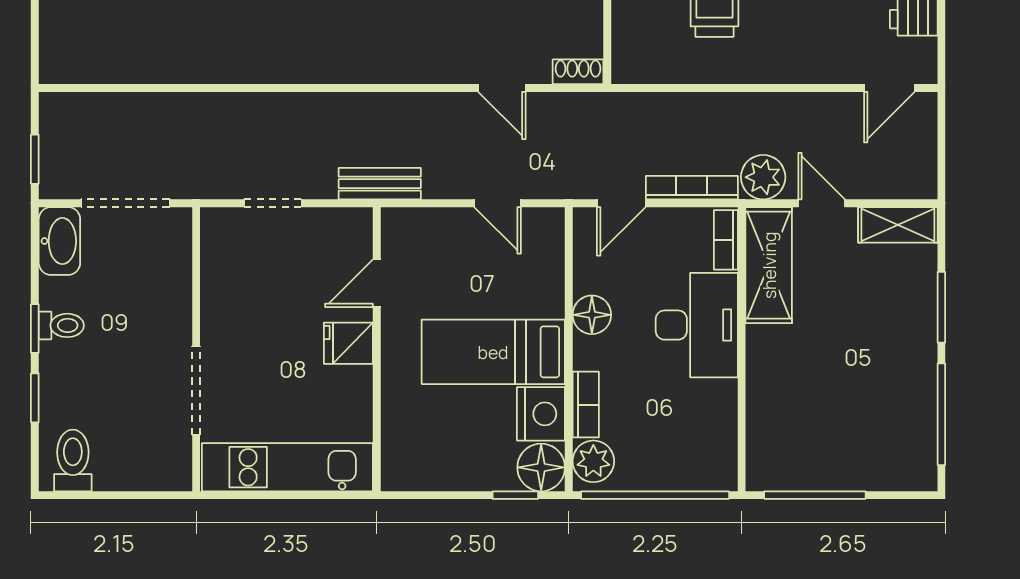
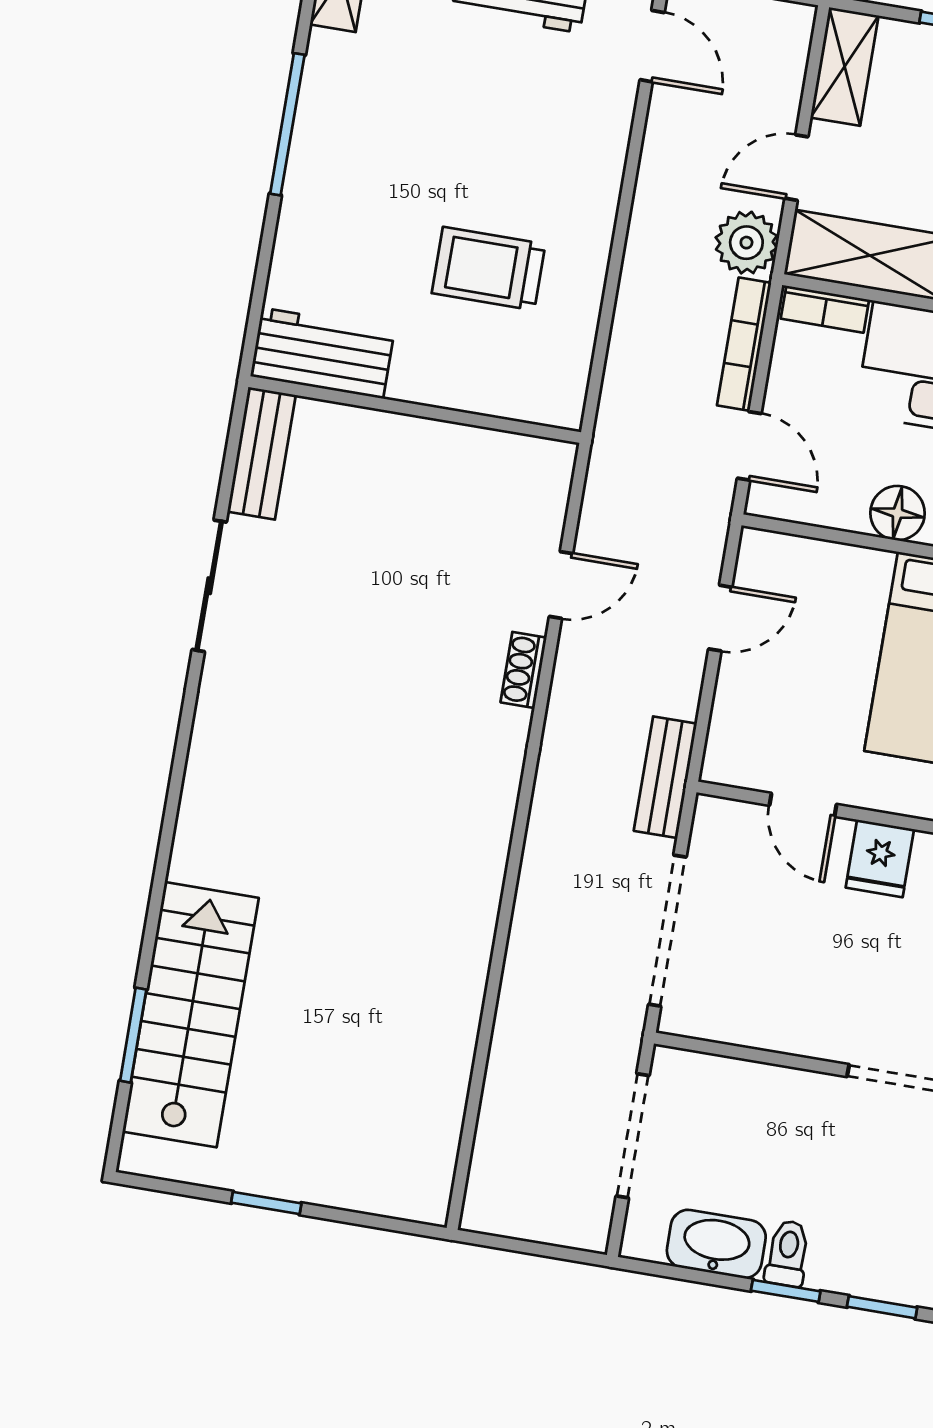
shoe rack: (578, 72) -> (523, 670), moved
window: (35, 159) -> (550, 1251), removed
doorway: (273, 203) -> (667, 931), width x1.87
washbasin: (59, 241) -> (716, 1244), moved

